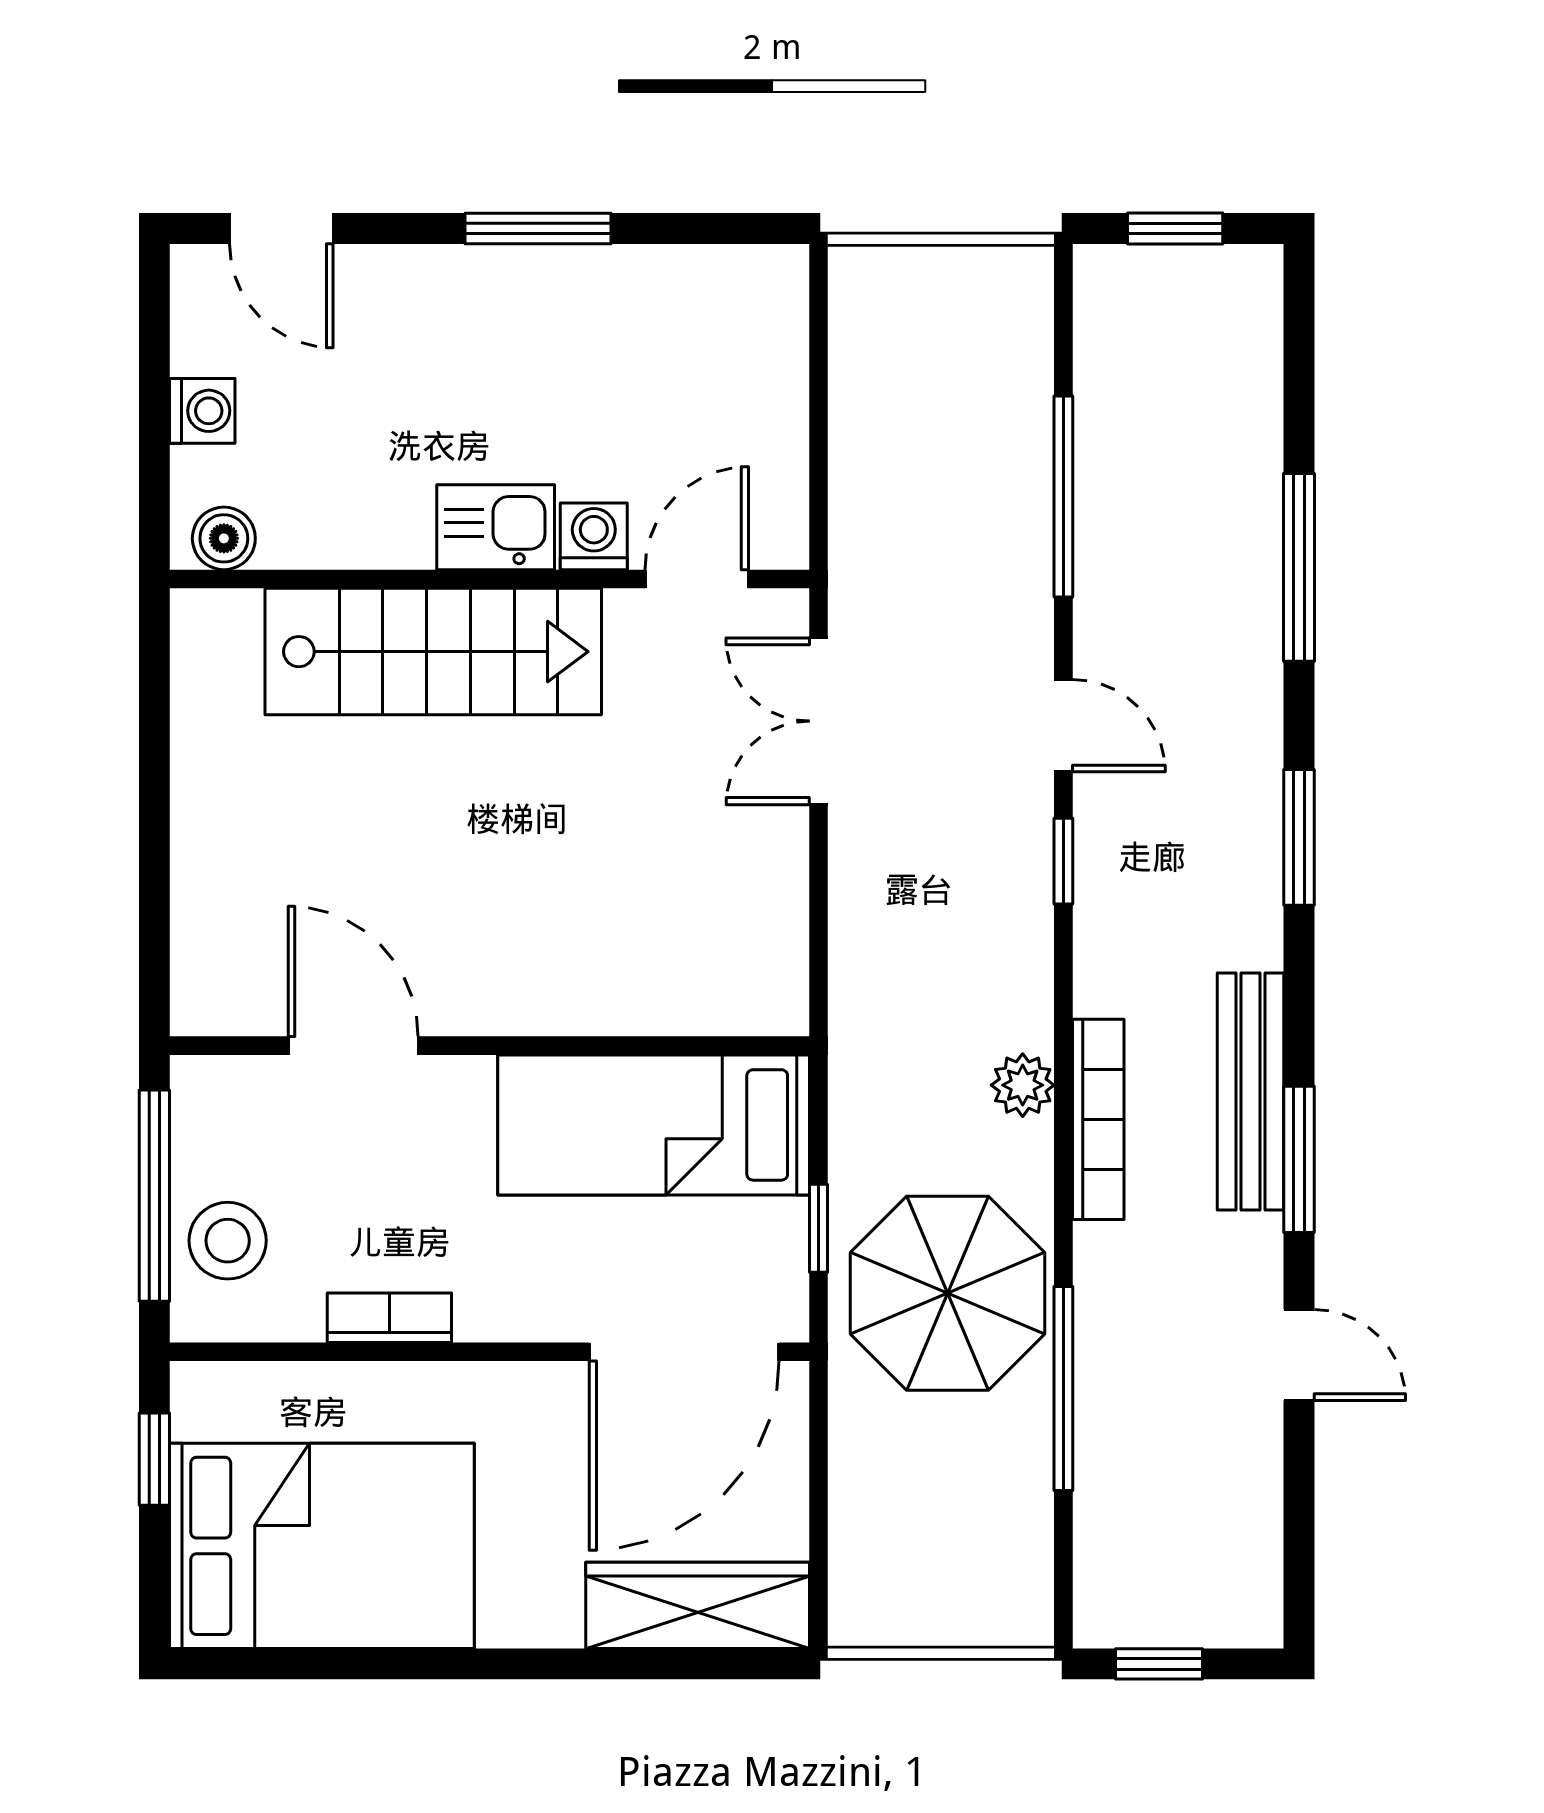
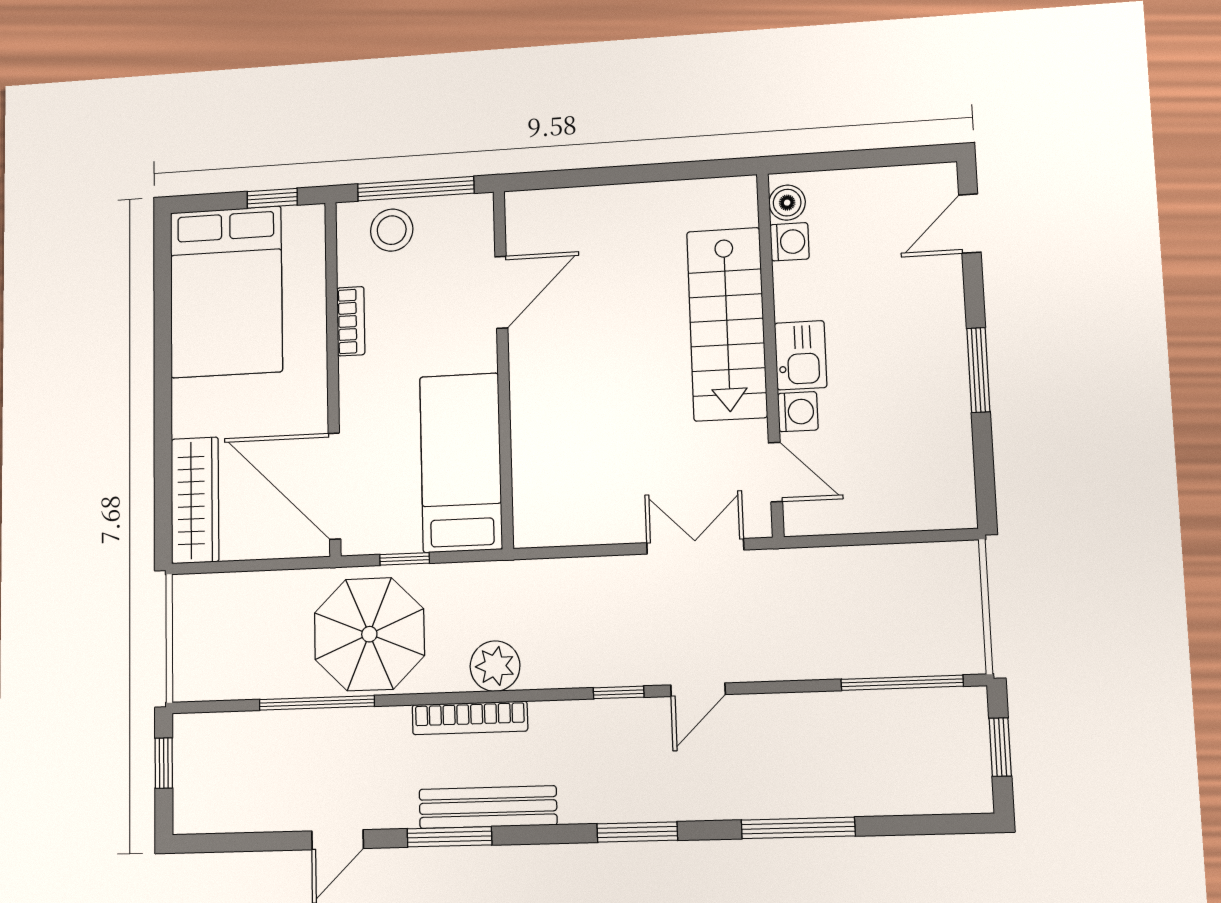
washing machine: (202, 411) -> (790, 242), moved, turned -90
window: (1063, 497) -> (902, 683), moved
plant: (1023, 1085) -> (495, 666), width x1.38, depth x1.38

